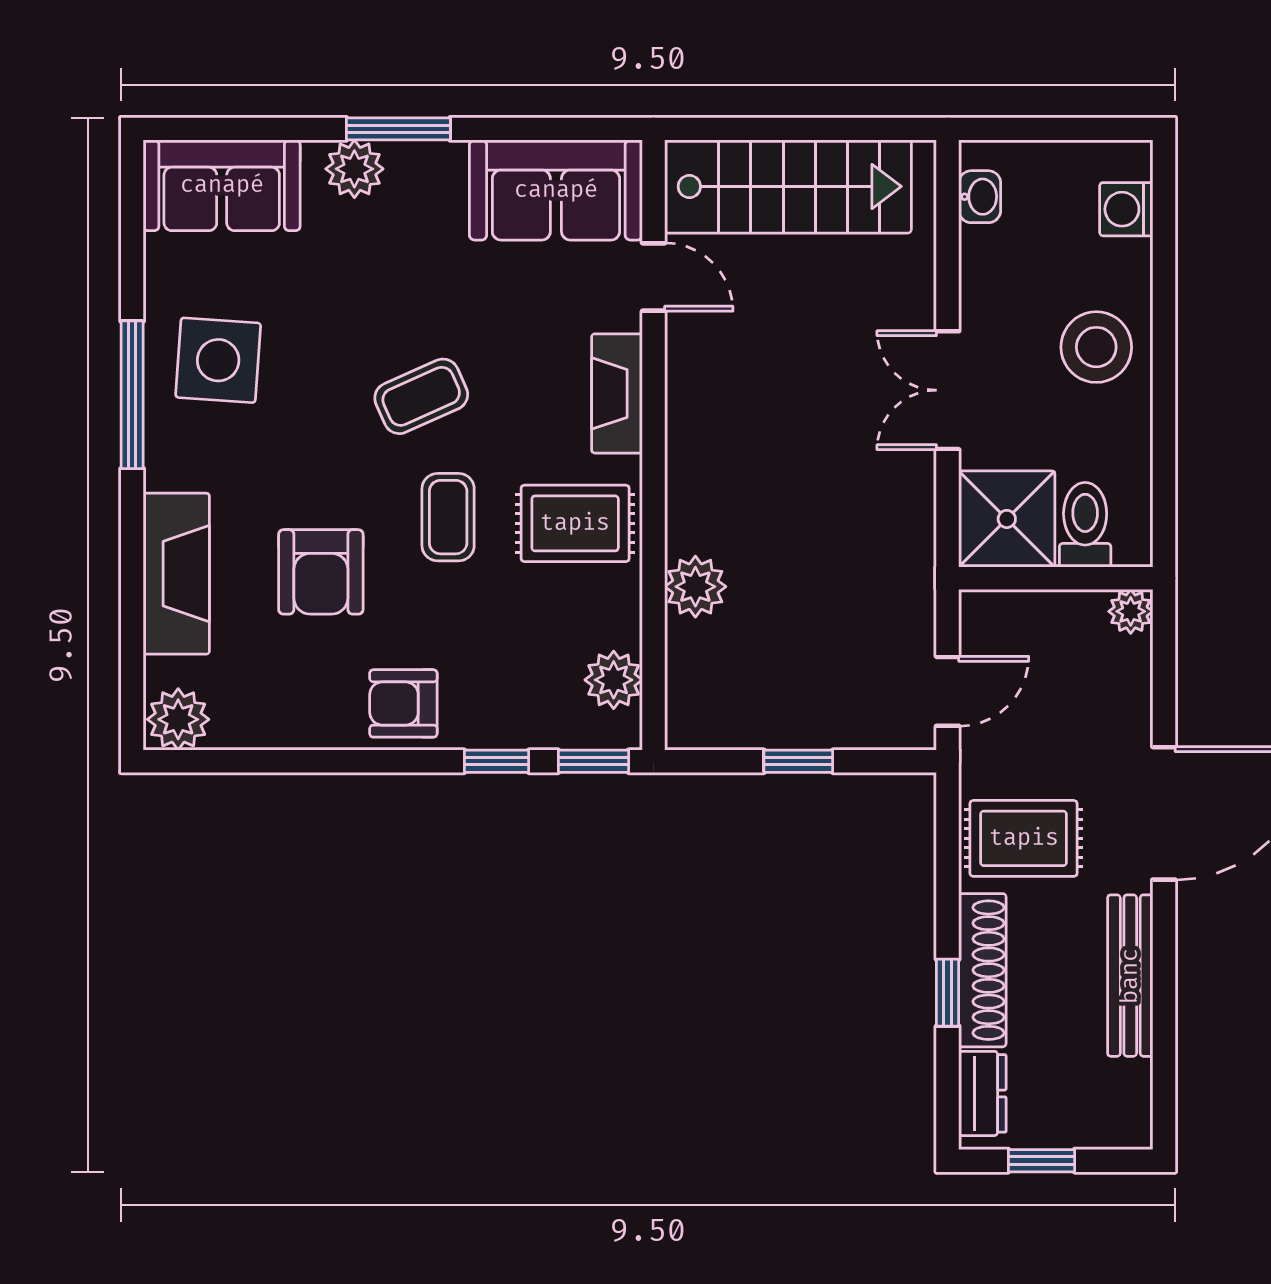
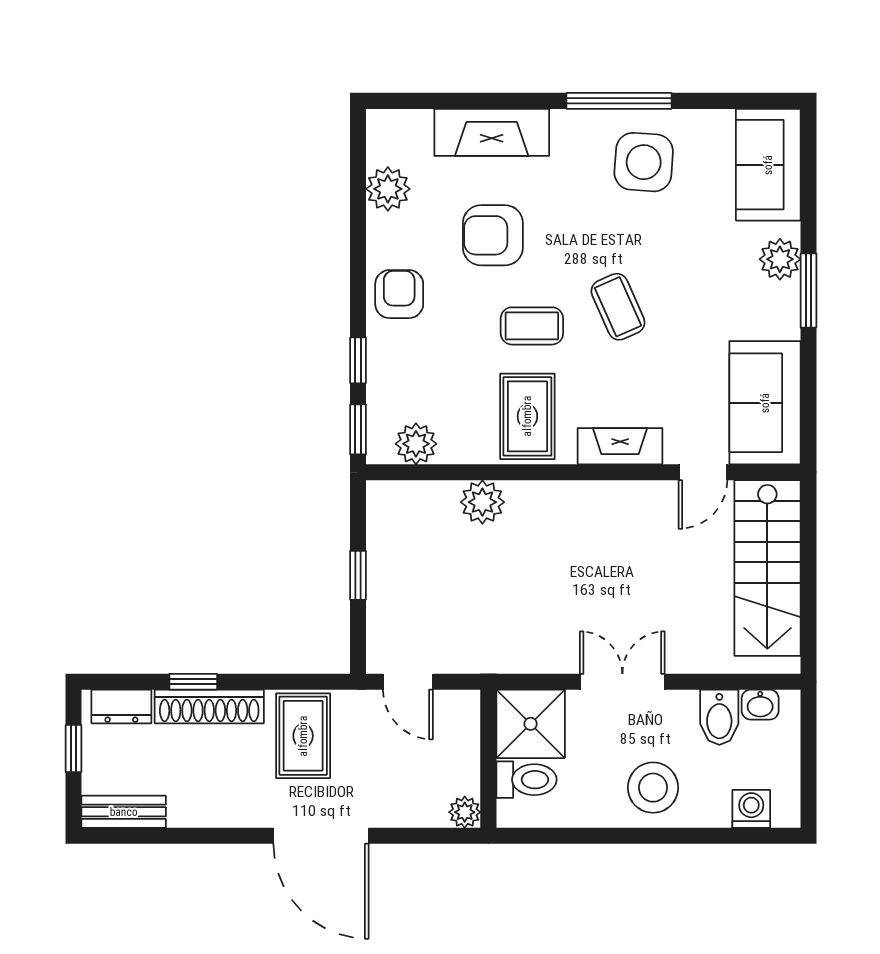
bidet: (998, 254) -> (719, 717), added
plant: (178, 719) -> (388, 189), moved
bench: (1130, 976) -> (124, 812), moved, width x0.73

